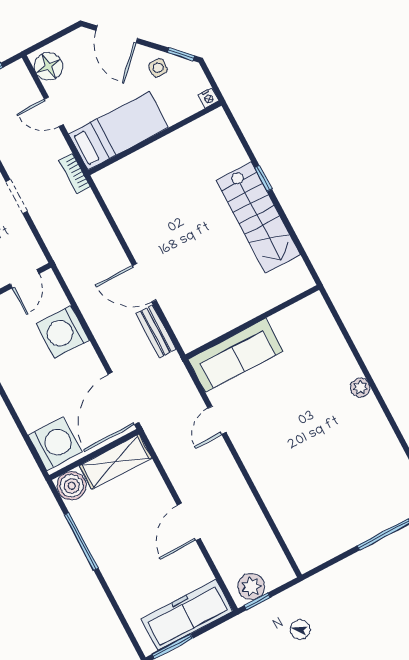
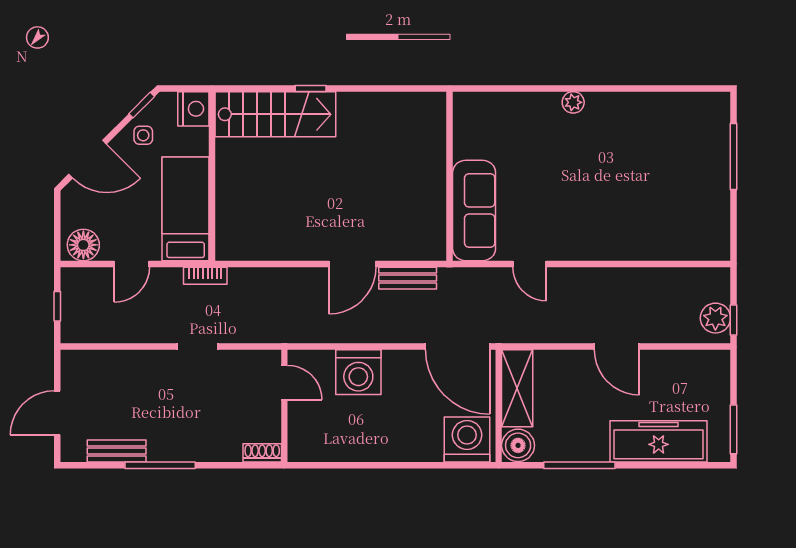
nightstand: (208, 98) -> (193, 109), width x1.89, depth x1.79
stairs: (258, 218) -> (275, 114), moved
freezer: (187, 615) -> (659, 441), moved, turned 90

